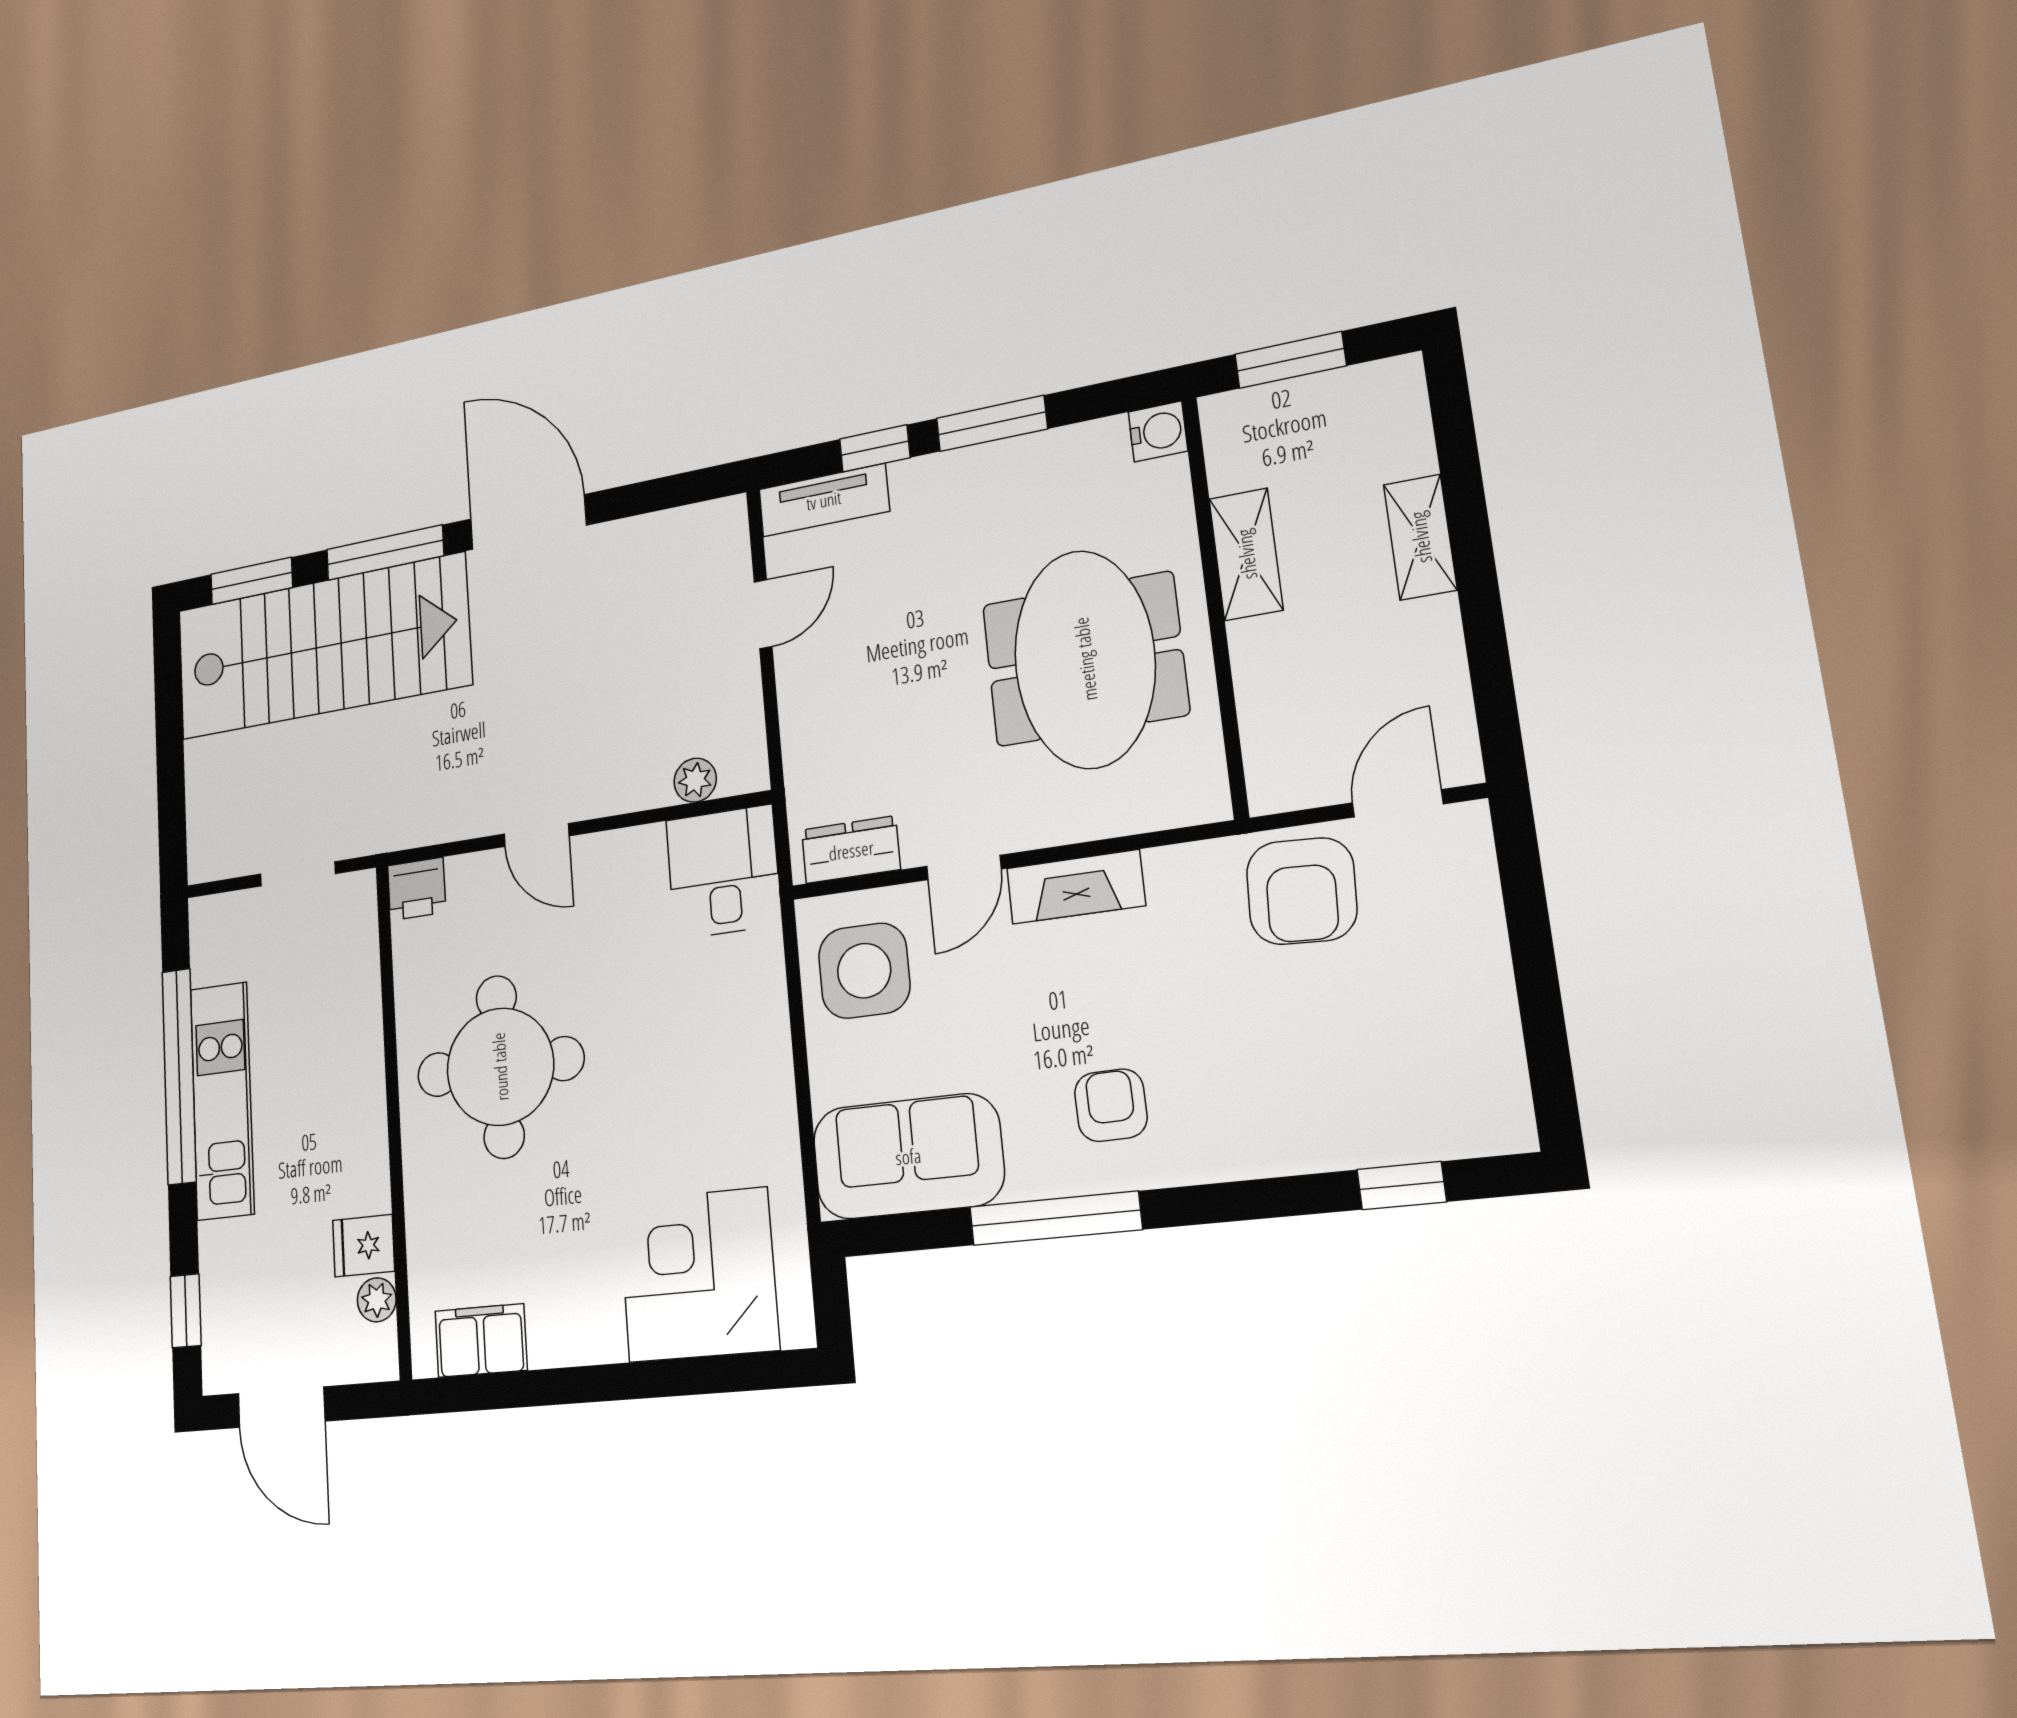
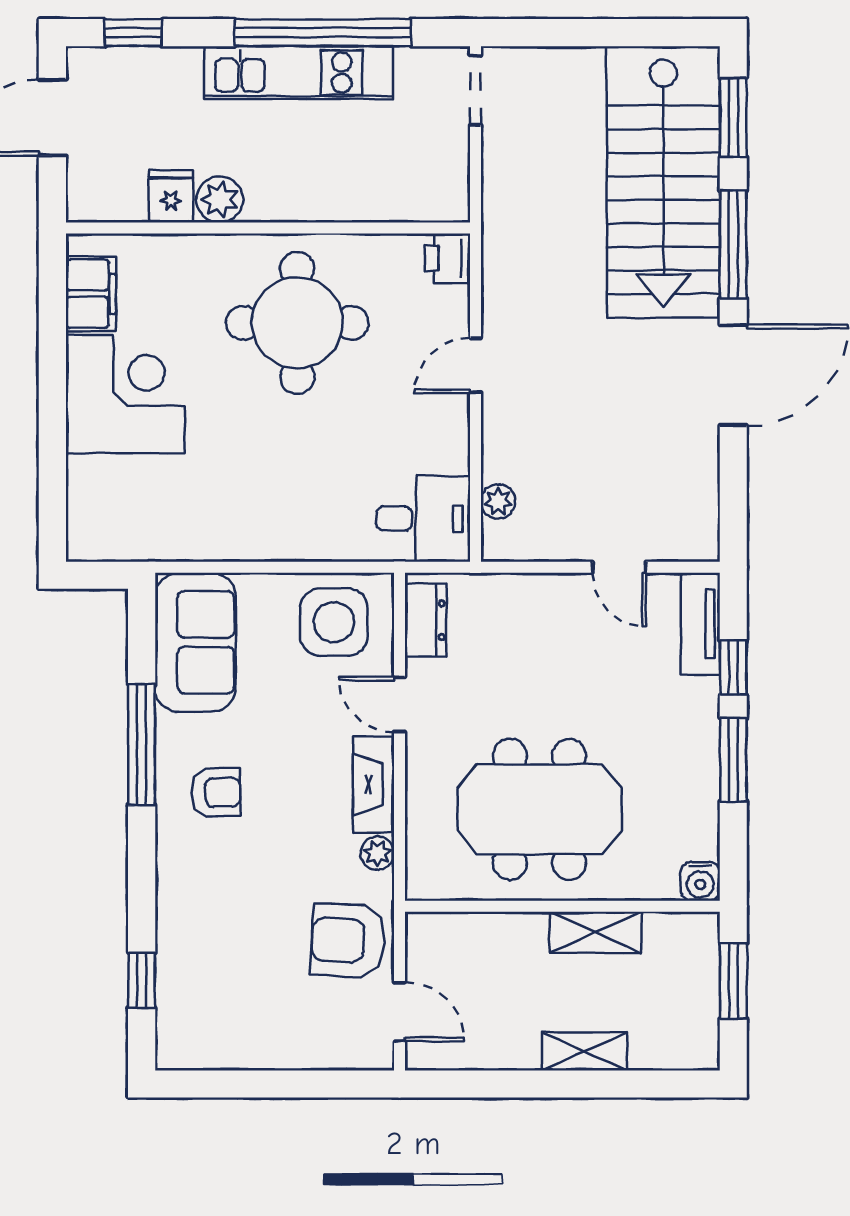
plant: (1171, 868) -> (377, 853), added
doorway: (298, 874) -> (475, 90), moved
corner desk: (698, 1275) -> (125, 394), moved
plant: (377, 1300) -> (220, 200), moved, width x1.38, depth x1.38

